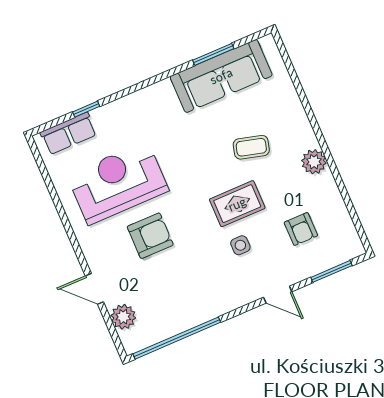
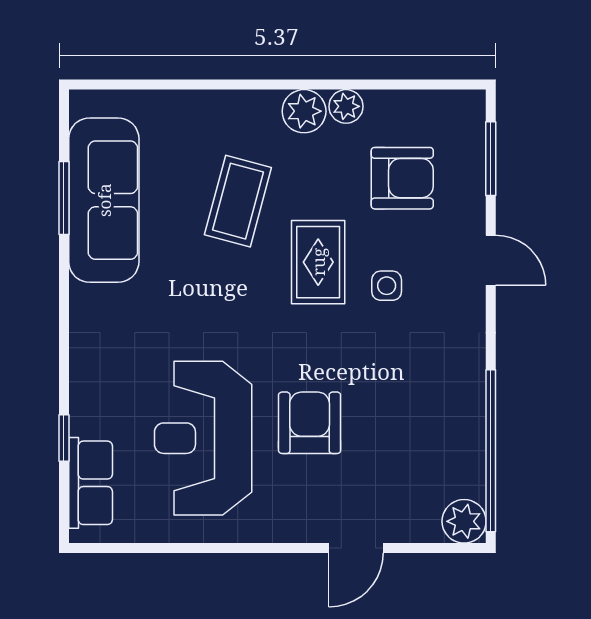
coffee table: (251, 147) -> (238, 201), width x1.36, depth x1.30
plant: (326, 183) -> (346, 106), added
armchair: (301, 229) -> (402, 178), width x1.38, depth x1.38
door: (278, 295) -> (491, 260), hinge flipped
plant: (123, 317) -> (464, 521), moved

